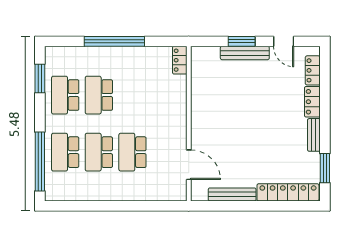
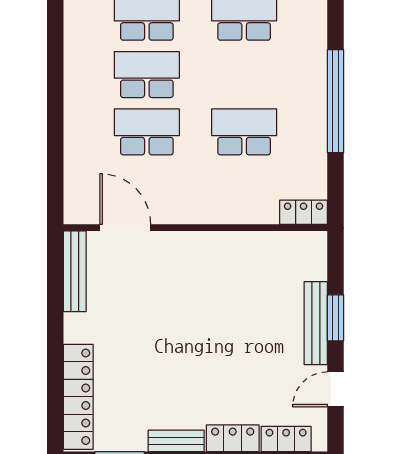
school desk: (99, 95) -> (244, 132), moved
door: (189, 165) -> (125, 228), swing flipped
bench: (232, 194) -> (75, 271), moved

